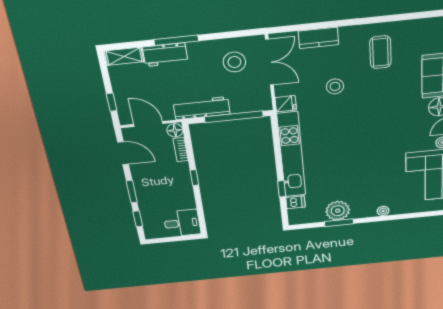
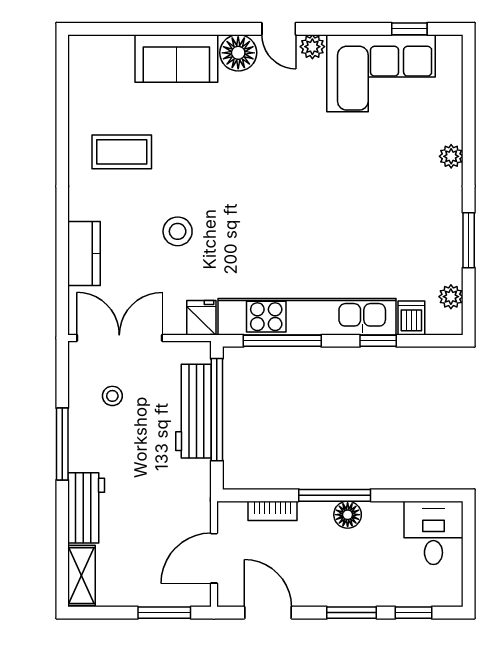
window: (176, 40) -> (62, 444), moved
stool: (234, 62) -> (112, 396), width x0.53, depth x0.53
window: (112, 102) -> (164, 613), width x1.50
workbench: (202, 108) -> (193, 411), moved
floor lamp: (175, 130) -> (348, 515), moved
window: (277, 145) -> (282, 341), added
door: (123, 153) -> (268, 613), hinge flipped
window: (194, 178) -> (335, 495), width x2.17
plant: (338, 211) -> (451, 297), moved, width x0.53, depth x0.53

